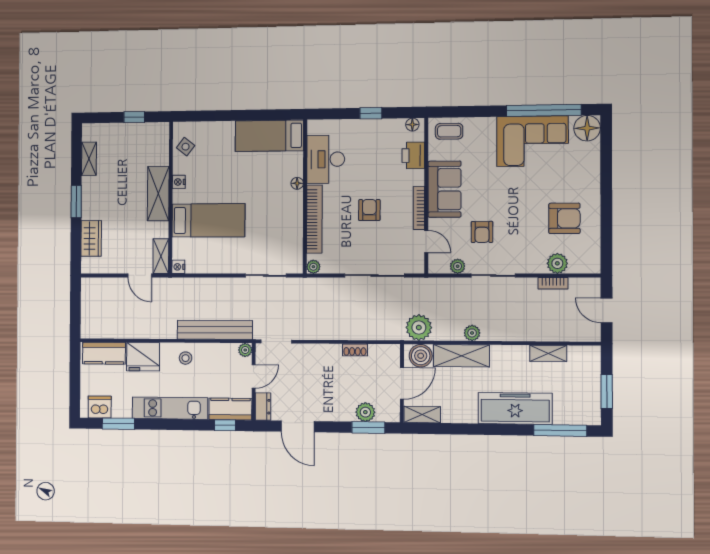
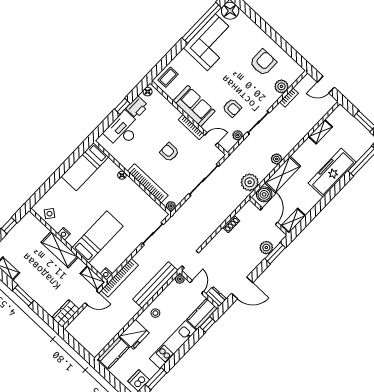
printer: (413, 155) -> (137, 107), moved, turned -90
desk: (326, 159) -> (123, 130), moved, turned 90
wardrobe: (91, 238) -> (65, 313), moved, turned -90
bookcase: (187, 285) -> (120, 278), added

